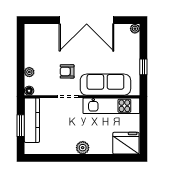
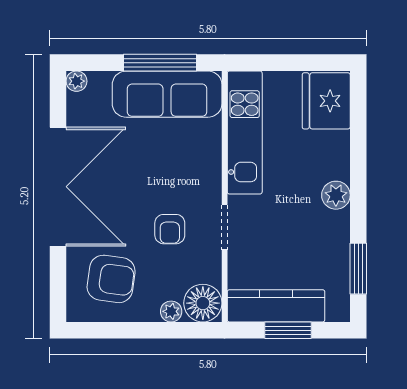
armchair: (44, 45) -> (111, 279), added
window: (143, 67) -> (160, 63), width x2.17
sofa: (105, 85) -> (167, 94), moved, turned -90
floor lamp: (29, 91) -> (203, 303), width x1.89, depth x1.89
window: (49, 158) -> (358, 269), added

